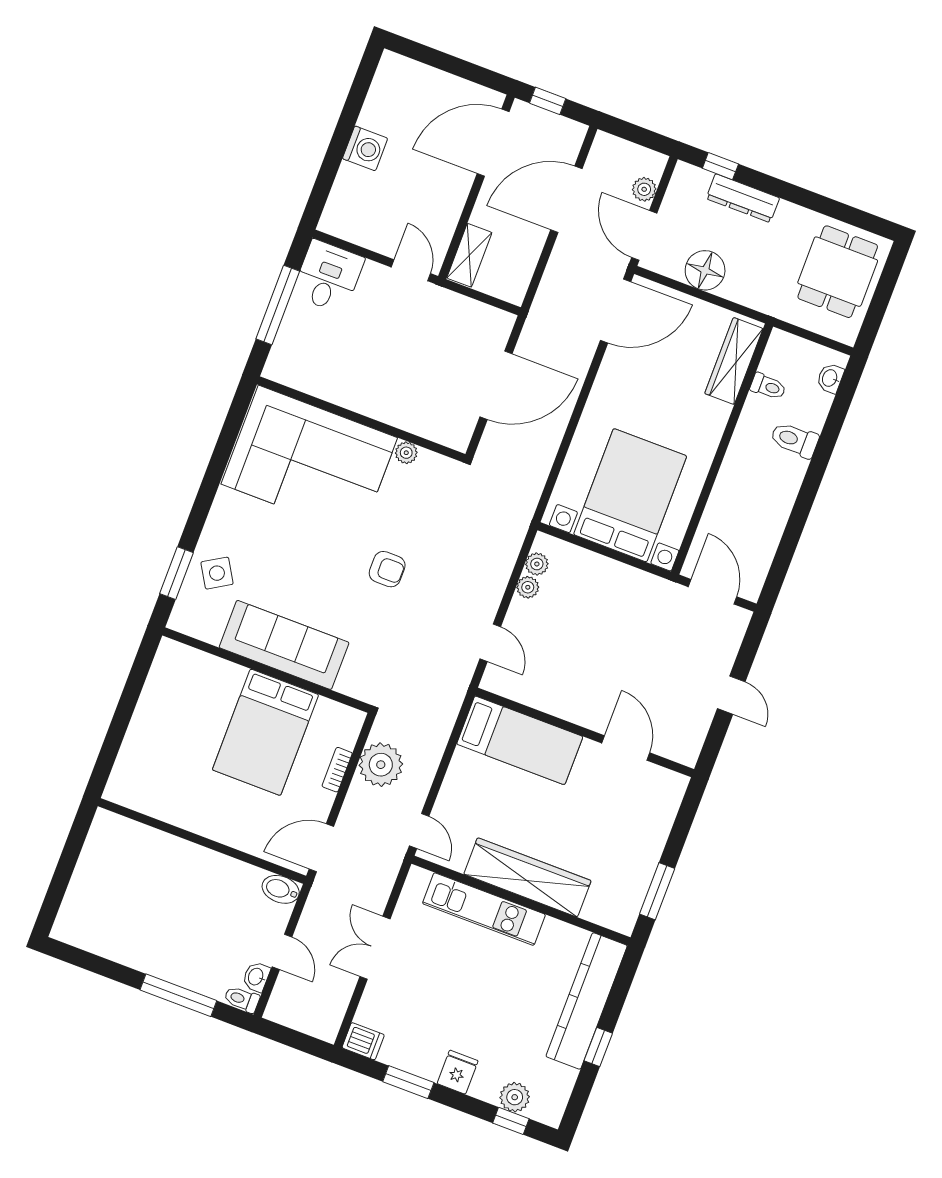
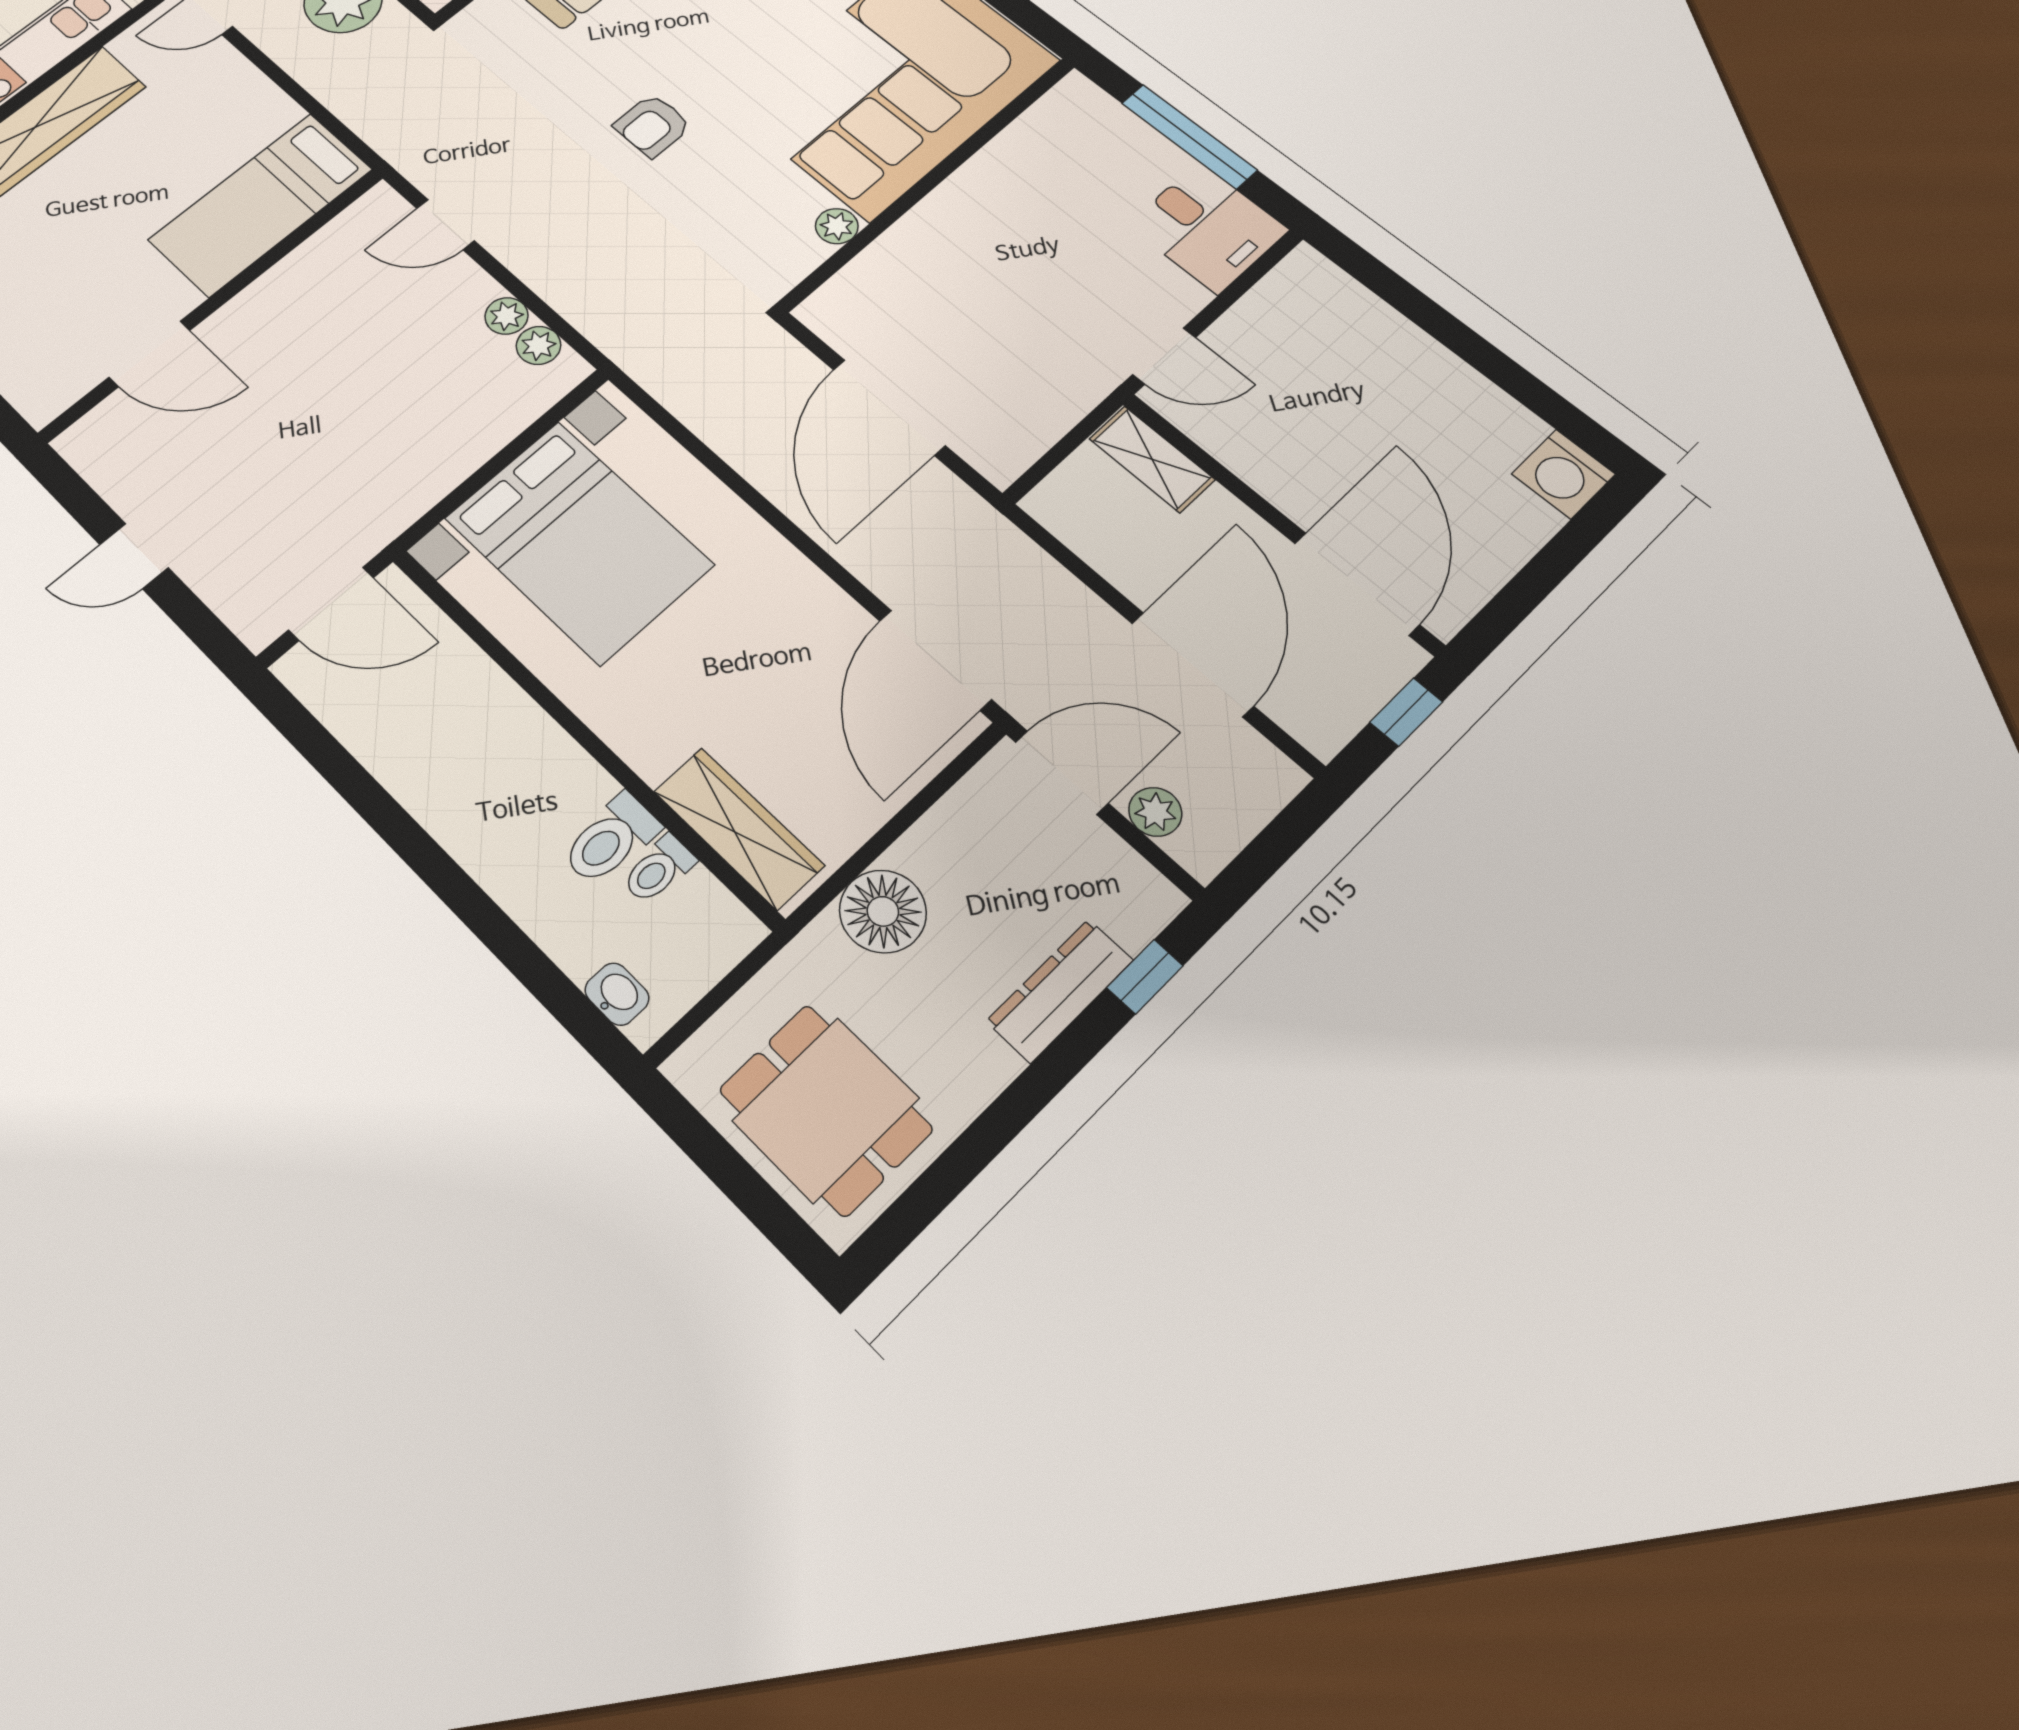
washing machine: (365, 148) -> (1563, 474), moved
floor lamp: (705, 270) -> (883, 911), moved
toilet: (794, 440) -> (611, 839), moved, turned 180

